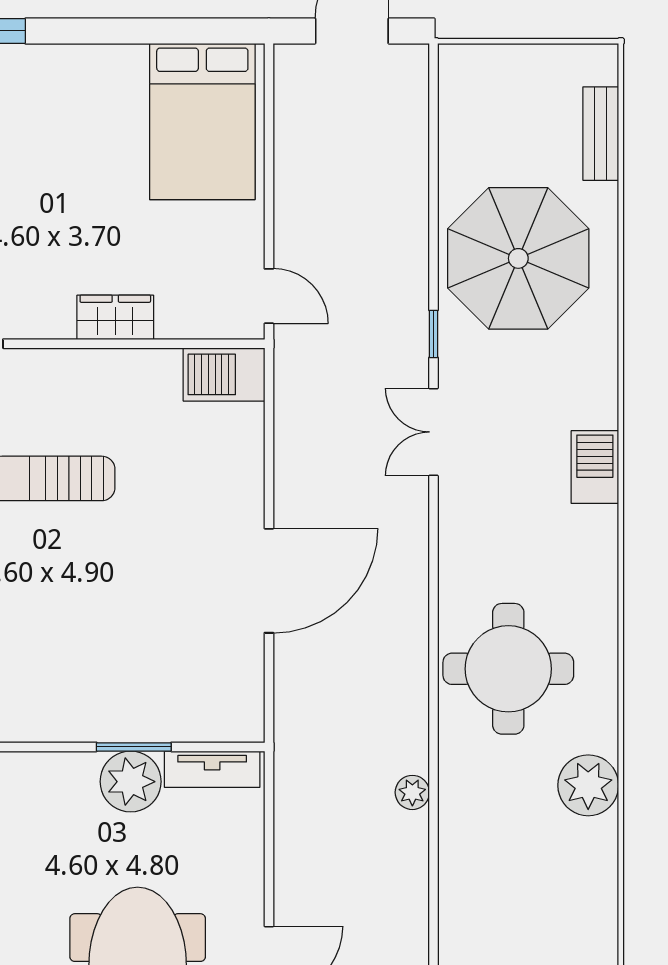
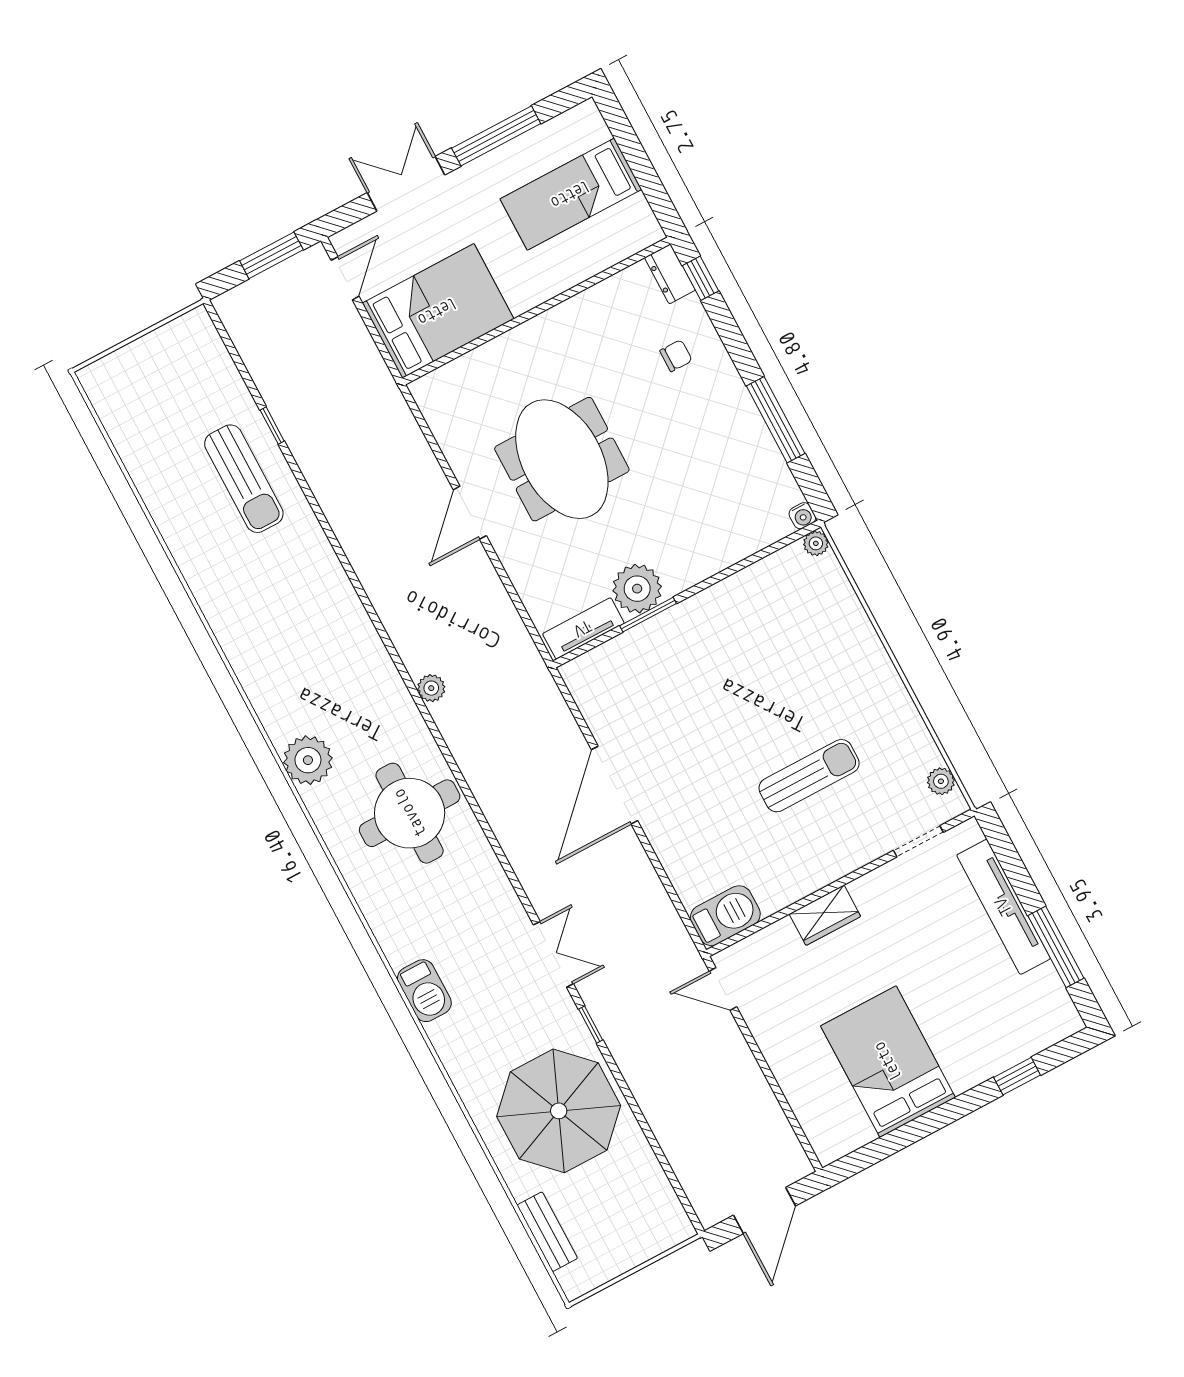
bed: (202, 121) -> (888, 1062), moved

